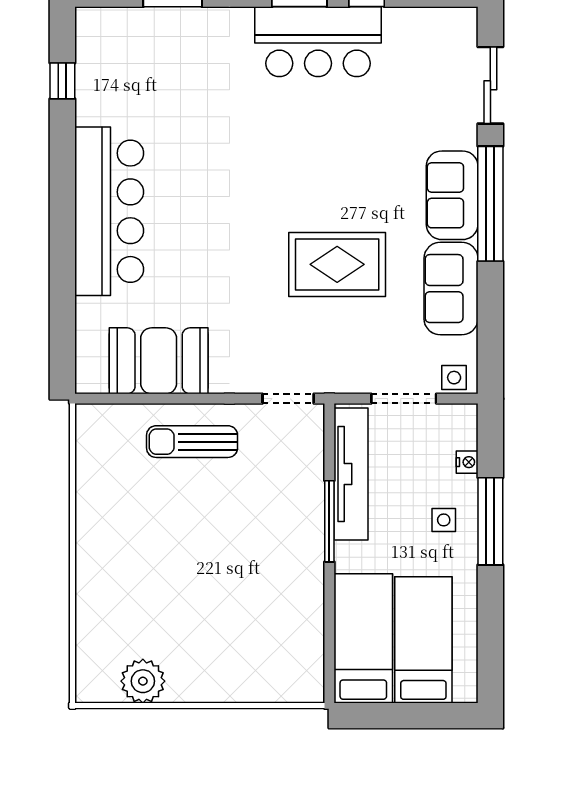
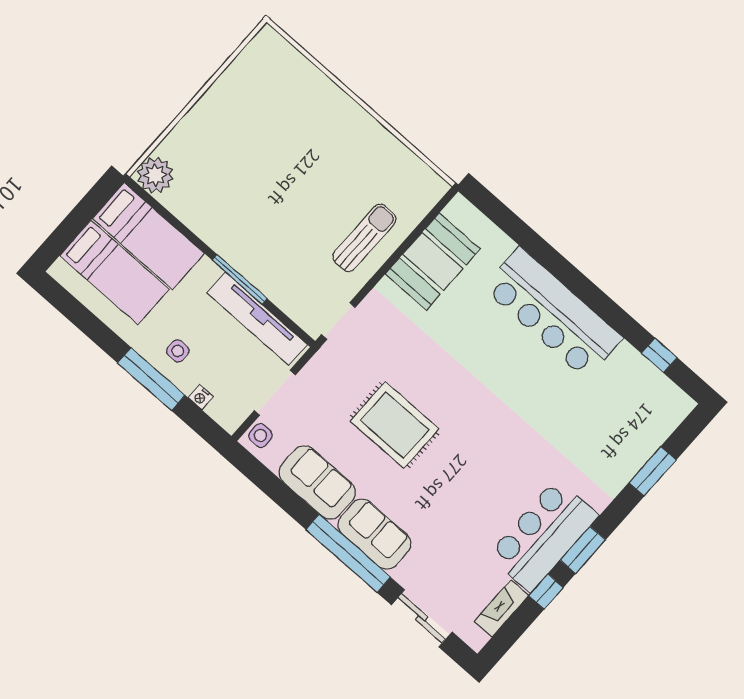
fireplace: (417, 21) -> (501, 608), added
rug: (337, 264) -> (395, 425), turned 90
plant: (143, 681) -> (155, 175), moved

